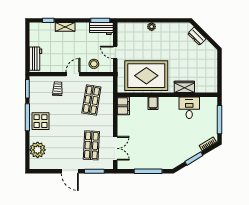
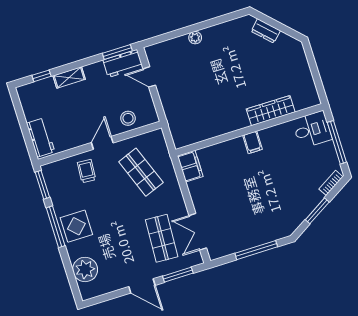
door: (115, 52) -> (149, 77), moved
rug: (146, 76) -> (210, 112), removed
wardrobe: (184, 87) -> (271, 111), width x1.50
shop shelf: (91, 100) -> (141, 172), turned -30
filing cabinet: (153, 103) -> (253, 142), moved
desk: (189, 108) -> (312, 130), moved, turned 90
double door: (115, 148) -> (198, 232), swing flipped

